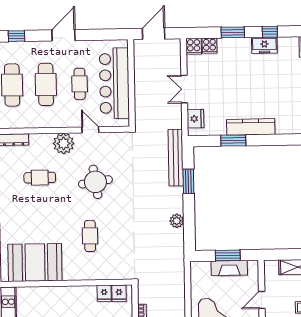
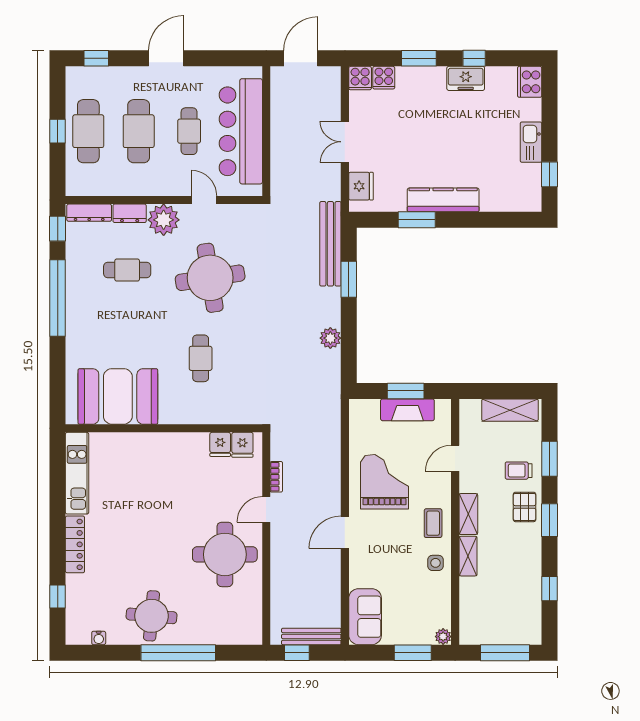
dresser: (41, 140) -> (130, 213), added
round table: (95, 182) -> (210, 278), width x1.36, depth x1.36

